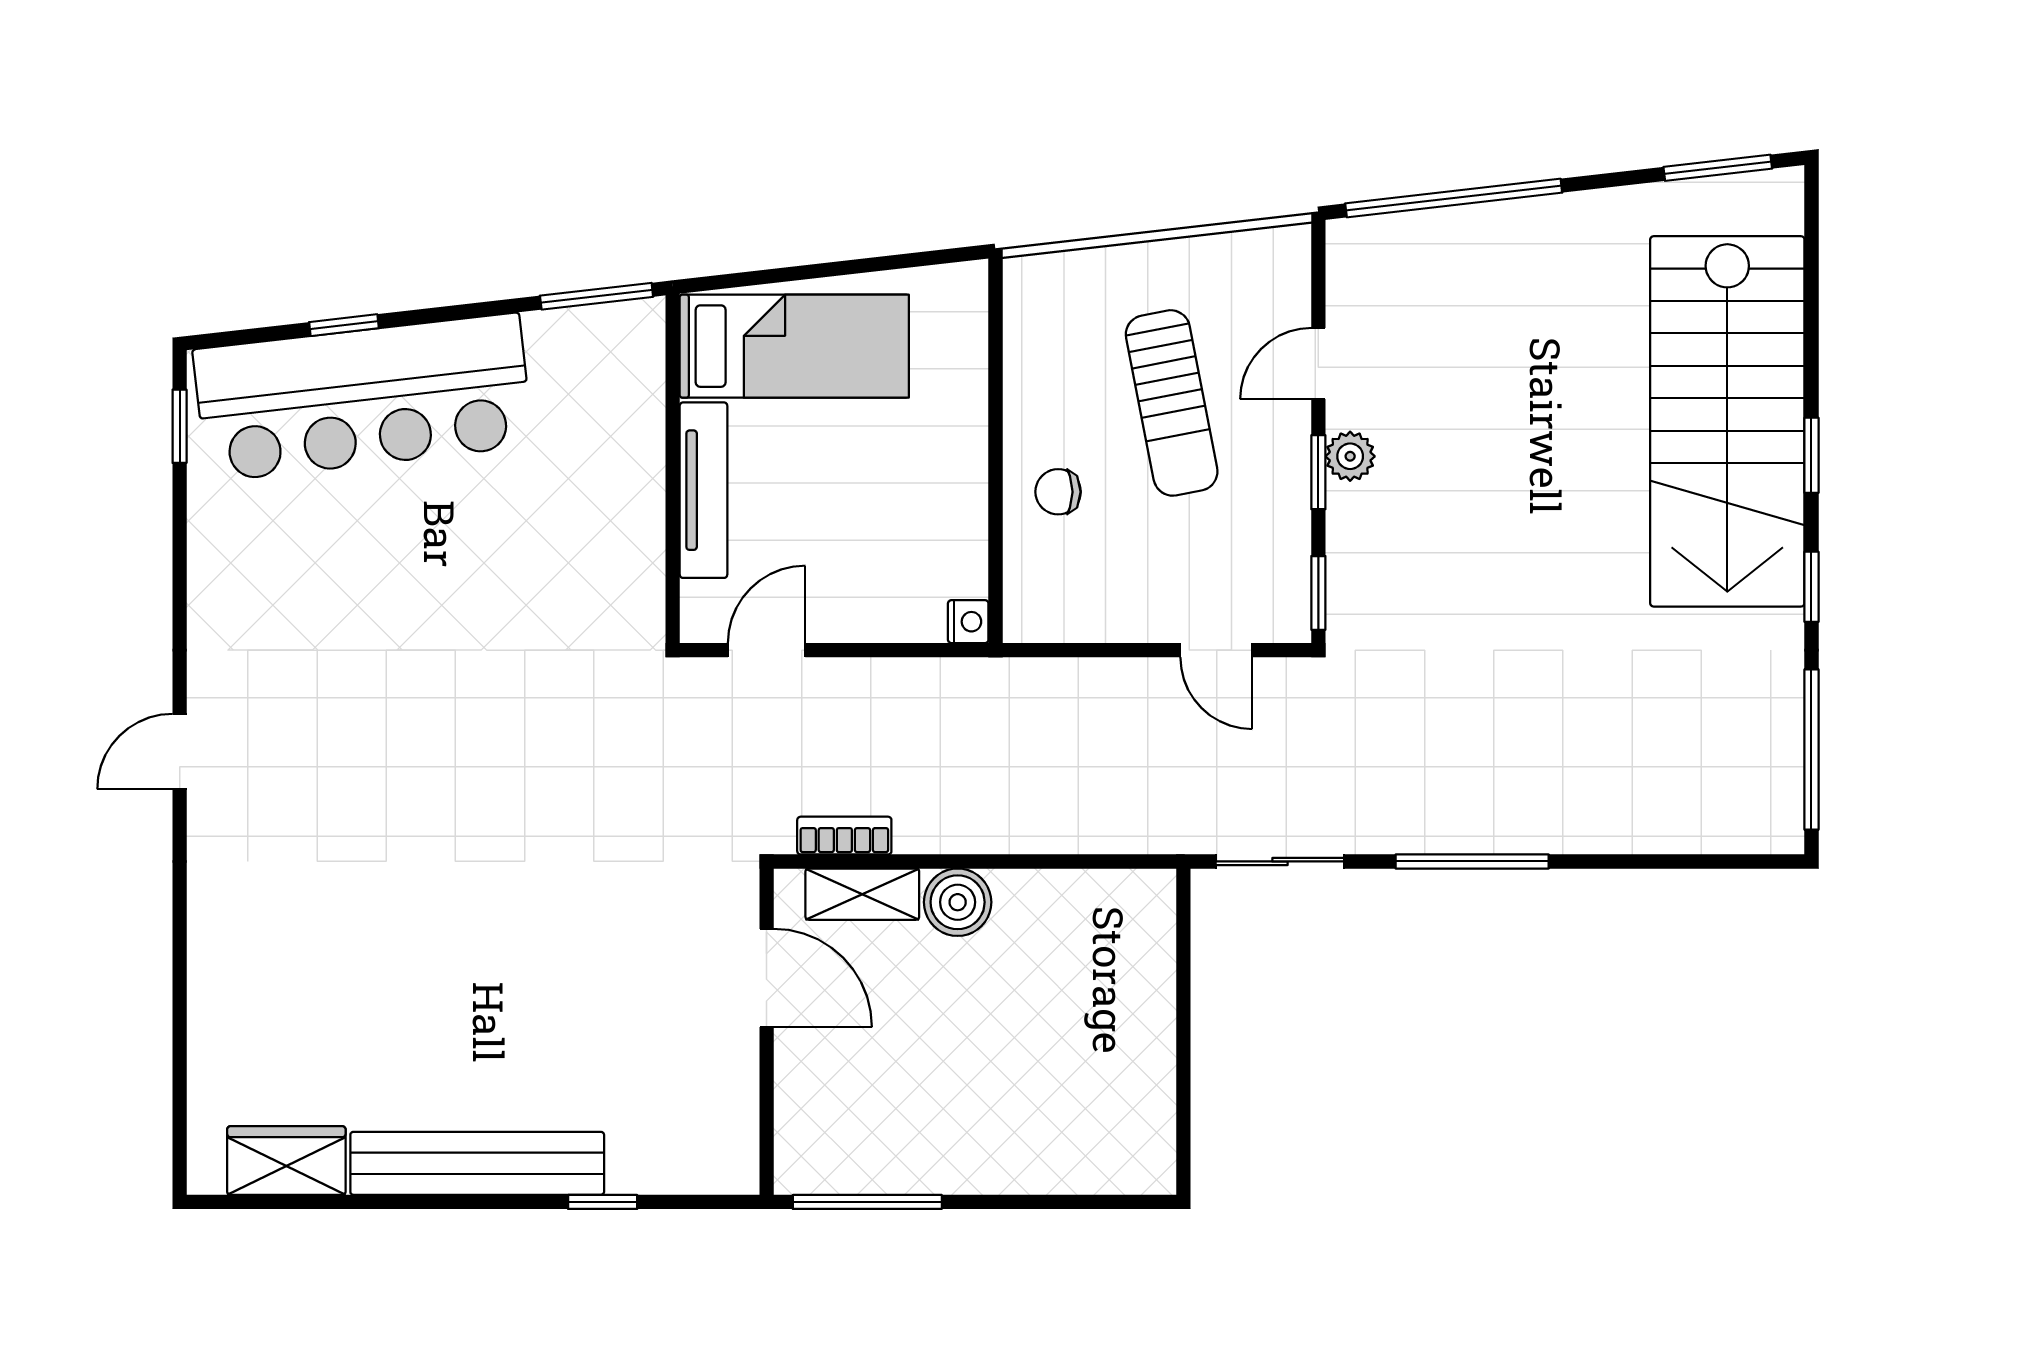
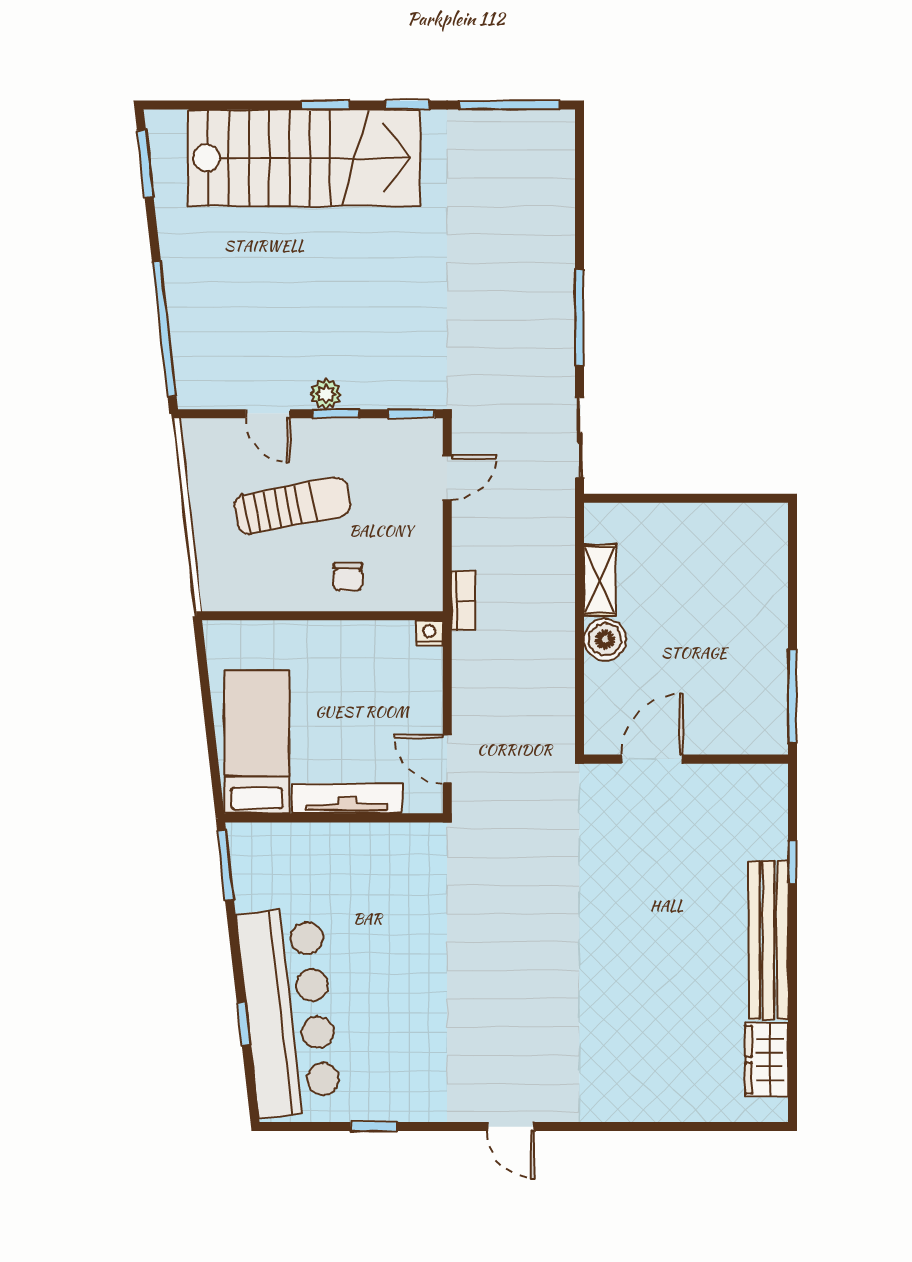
window: (180, 426) -> (374, 1127), moved
bookcase: (844, 836) -> (463, 600), moved, turned 180
shelving: (862, 894) -> (600, 580), moved

